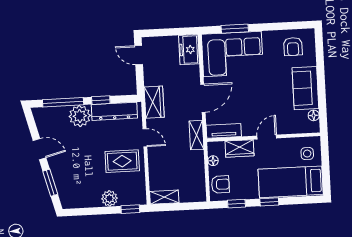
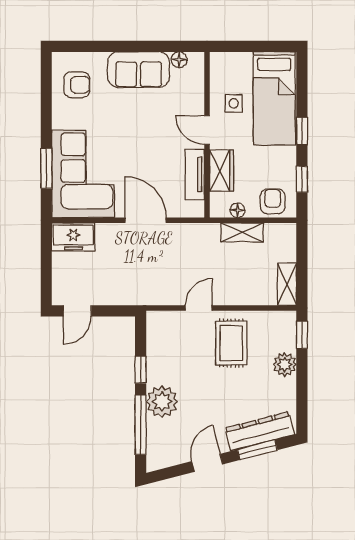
wardrobe: (154, 102) -> (147, 292), removed
dresser: (114, 111) -> (260, 431), moved, turned -105
tv unit: (224, 131) -> (195, 174), moved
shelving: (197, 135) -> (242, 232), moved
side table: (307, 154) -> (234, 103), moved

